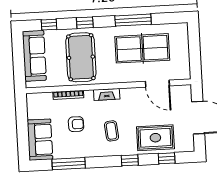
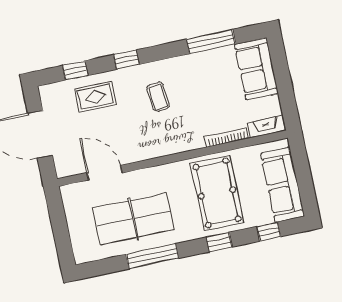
fireplace: (107, 94) -> (266, 127), moved
armchair: (76, 124) -> (209, 98), removed
rug: (155, 138) -> (95, 97), width x0.73, depth x0.70

